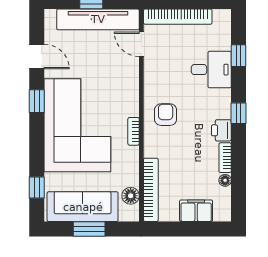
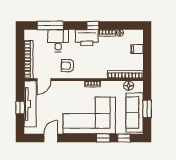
window: (239, 56) -> (50, 25), width x2.17
window: (37, 101) -> (103, 138), moved
window: (239, 113) -> (93, 25), moved
armchair: (166, 115) -> (68, 66), moved
printer: (221, 130) -> (87, 38), width x1.87, depth x1.48
filing cabinet: (196, 211) -> (137, 49), width x0.50

